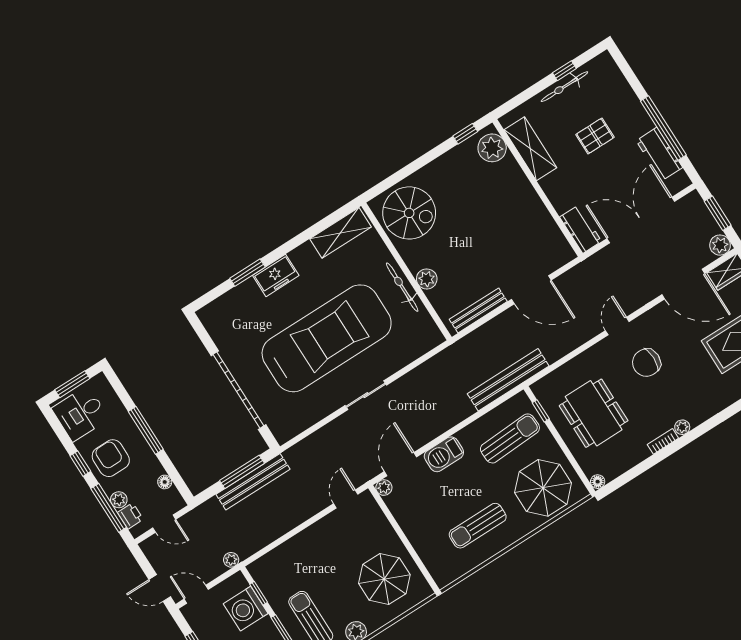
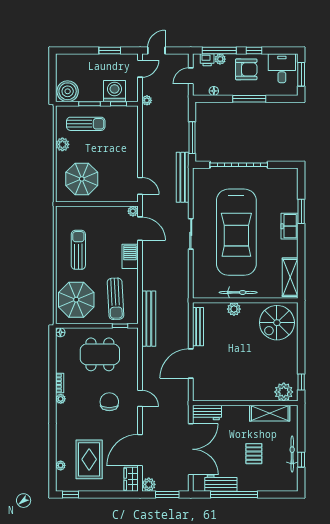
bench: (253, 482) -> (183, 177), moved

